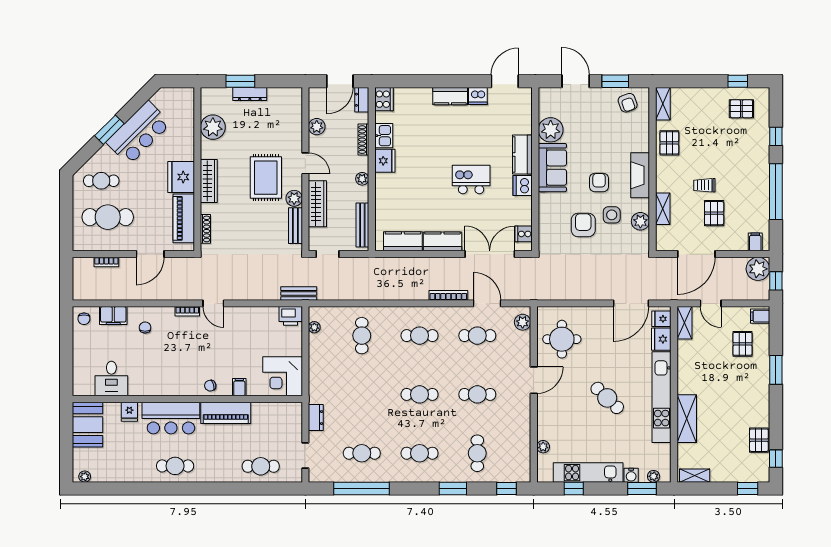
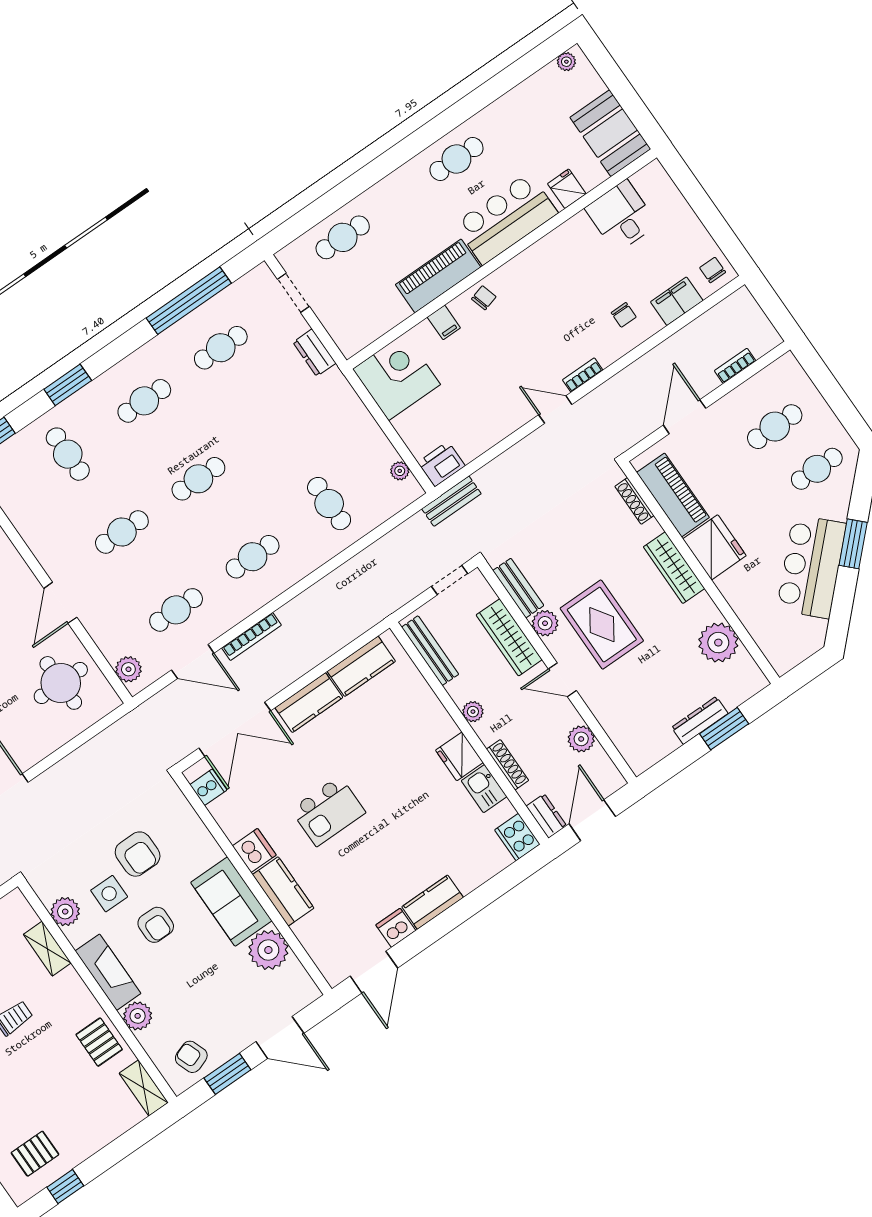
plant: (640, 143) -> (138, 1016), added
cafe table: (108, 217) -> (775, 427), width x0.73, depth x0.74

